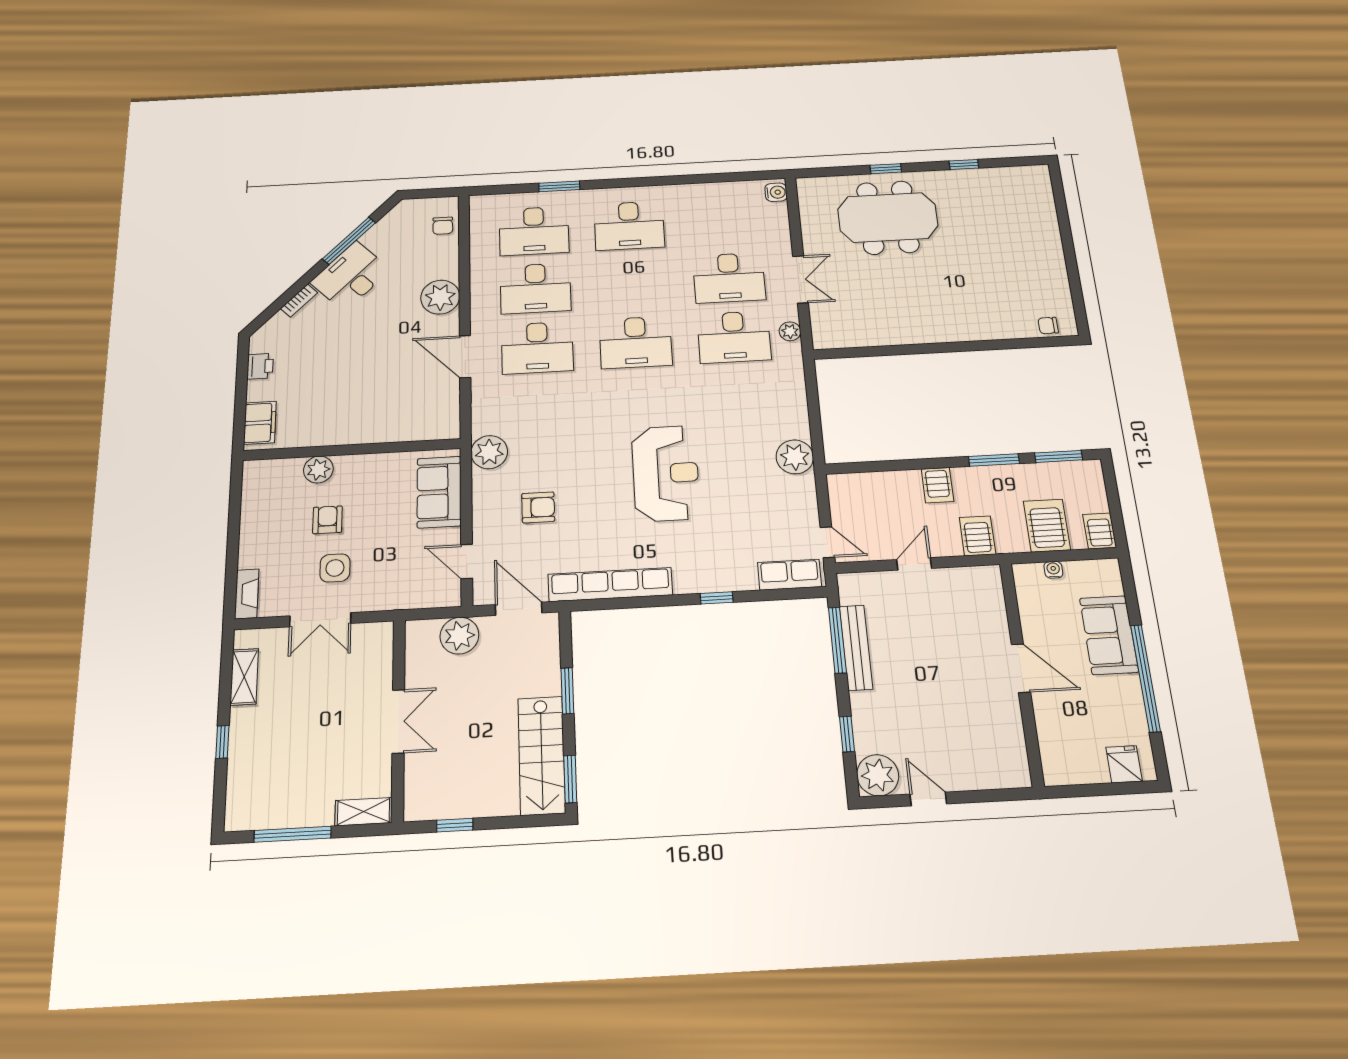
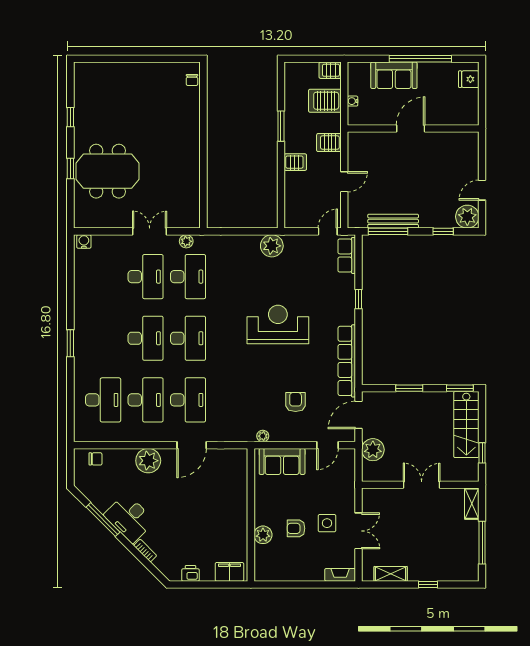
window: (559, 186) -> (70, 343), moved
meeting table: (888, 218) -> (107, 171), turned 90
desk: (629, 226) -> (146, 338), moved
plant: (489, 452) -> (263, 436), width x0.53, depth x0.53
window: (1059, 456) -> (281, 87), removed
door: (914, 564) -> (344, 182), swing flipped
stairs: (542, 755) -> (466, 425), moved, turned 90

